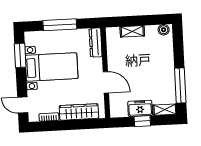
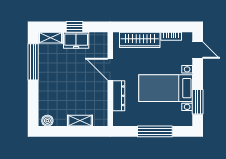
dresser: (96, 42) -> (119, 96), moved

